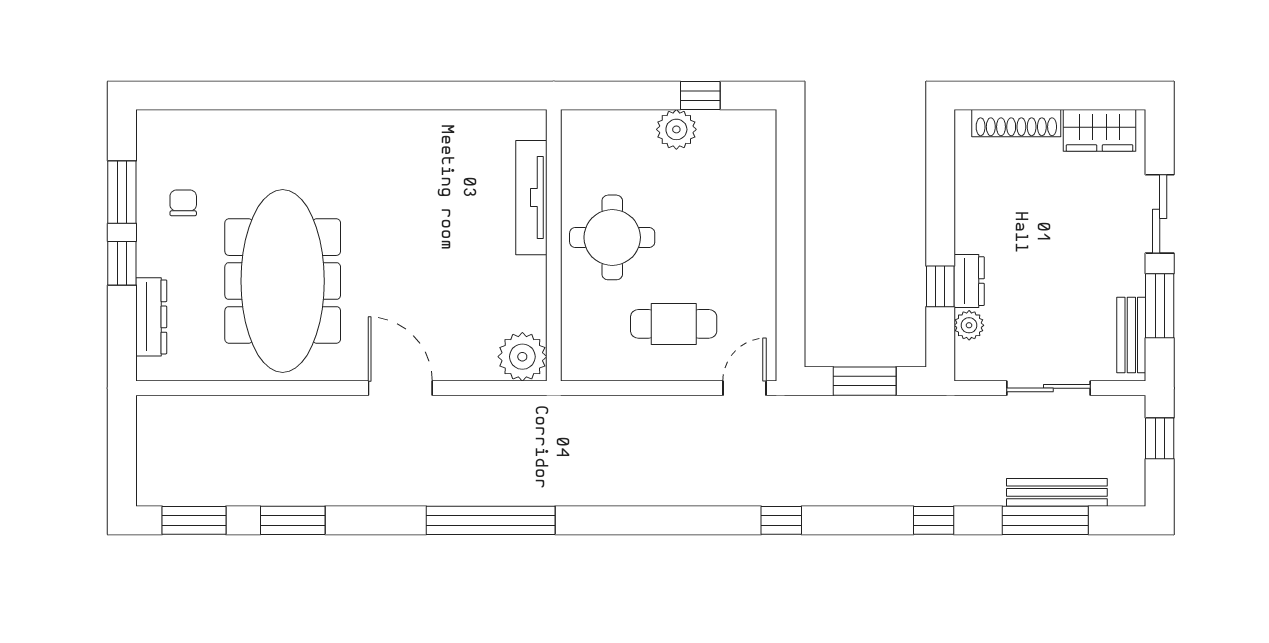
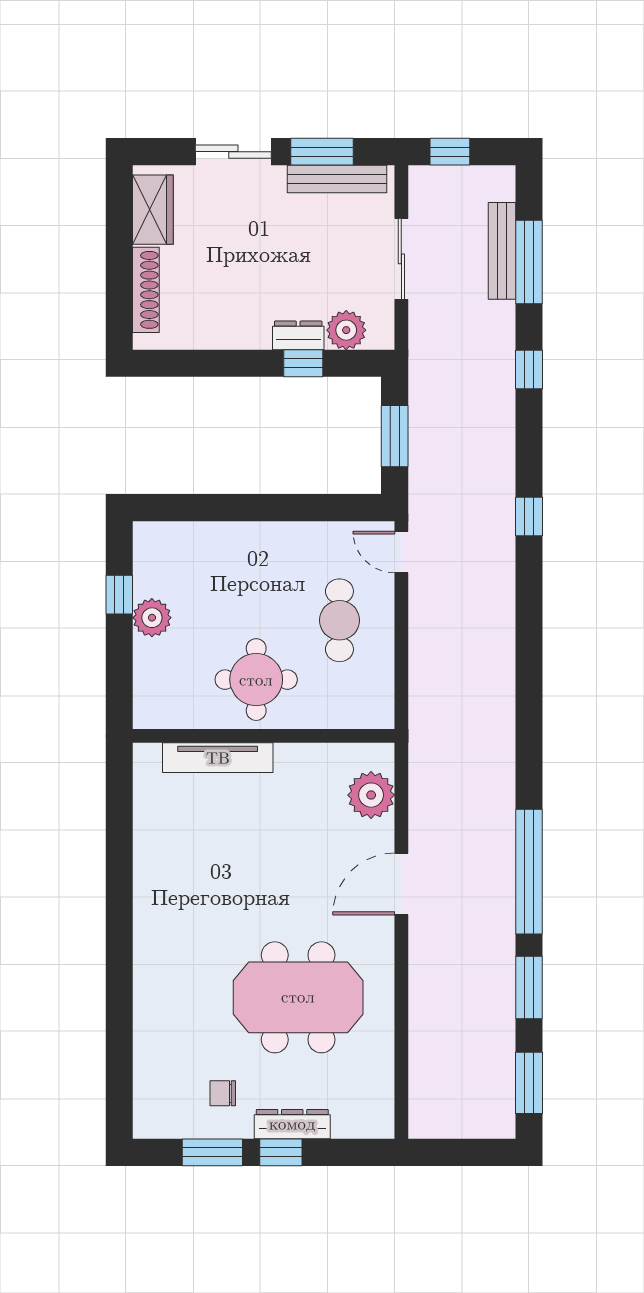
meeting table: (283, 281) -> (298, 997), width x0.73
dresser: (151, 317) -> (292, 1124), moved
plant: (969, 325) -> (346, 330), width x1.38, depth x1.38
bench: (1131, 335) -> (337, 179), width x1.36
plant: (522, 357) -> (371, 795), moved
window: (491, 520) -> (529, 872), moved

